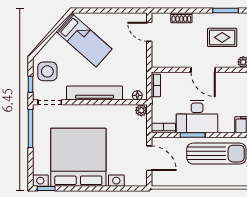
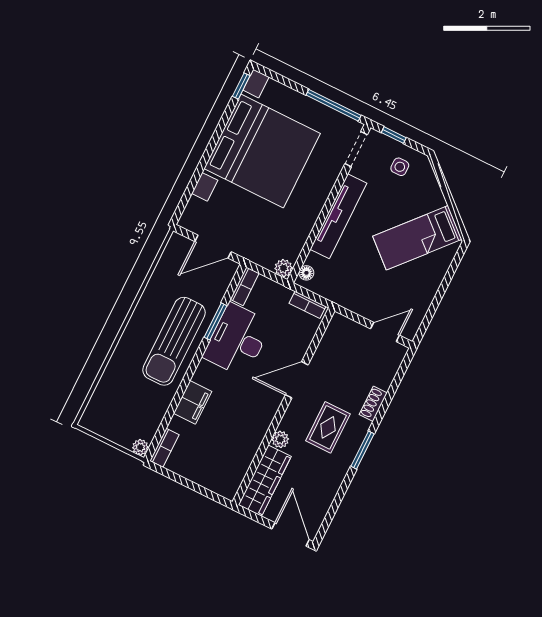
shoe rack: (181, 18) -> (373, 404), moved
side table: (47, 71) -> (400, 167), width x0.54, depth x0.54

